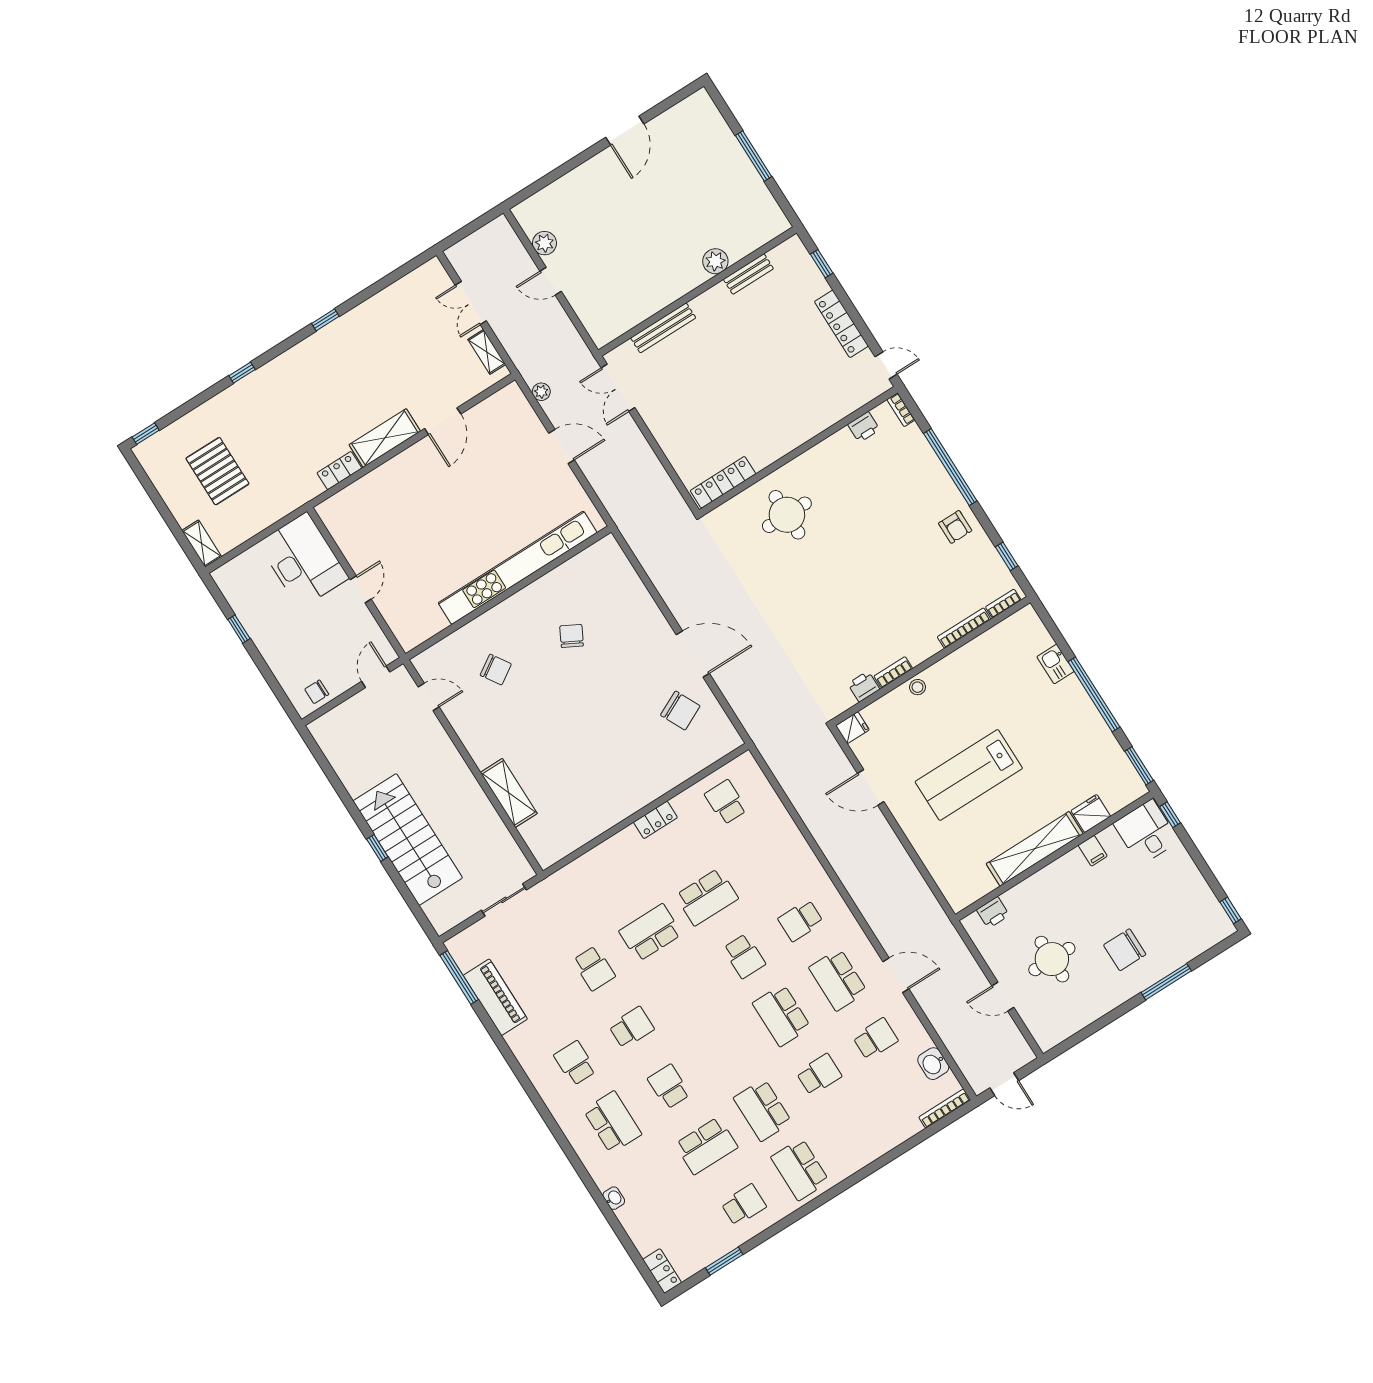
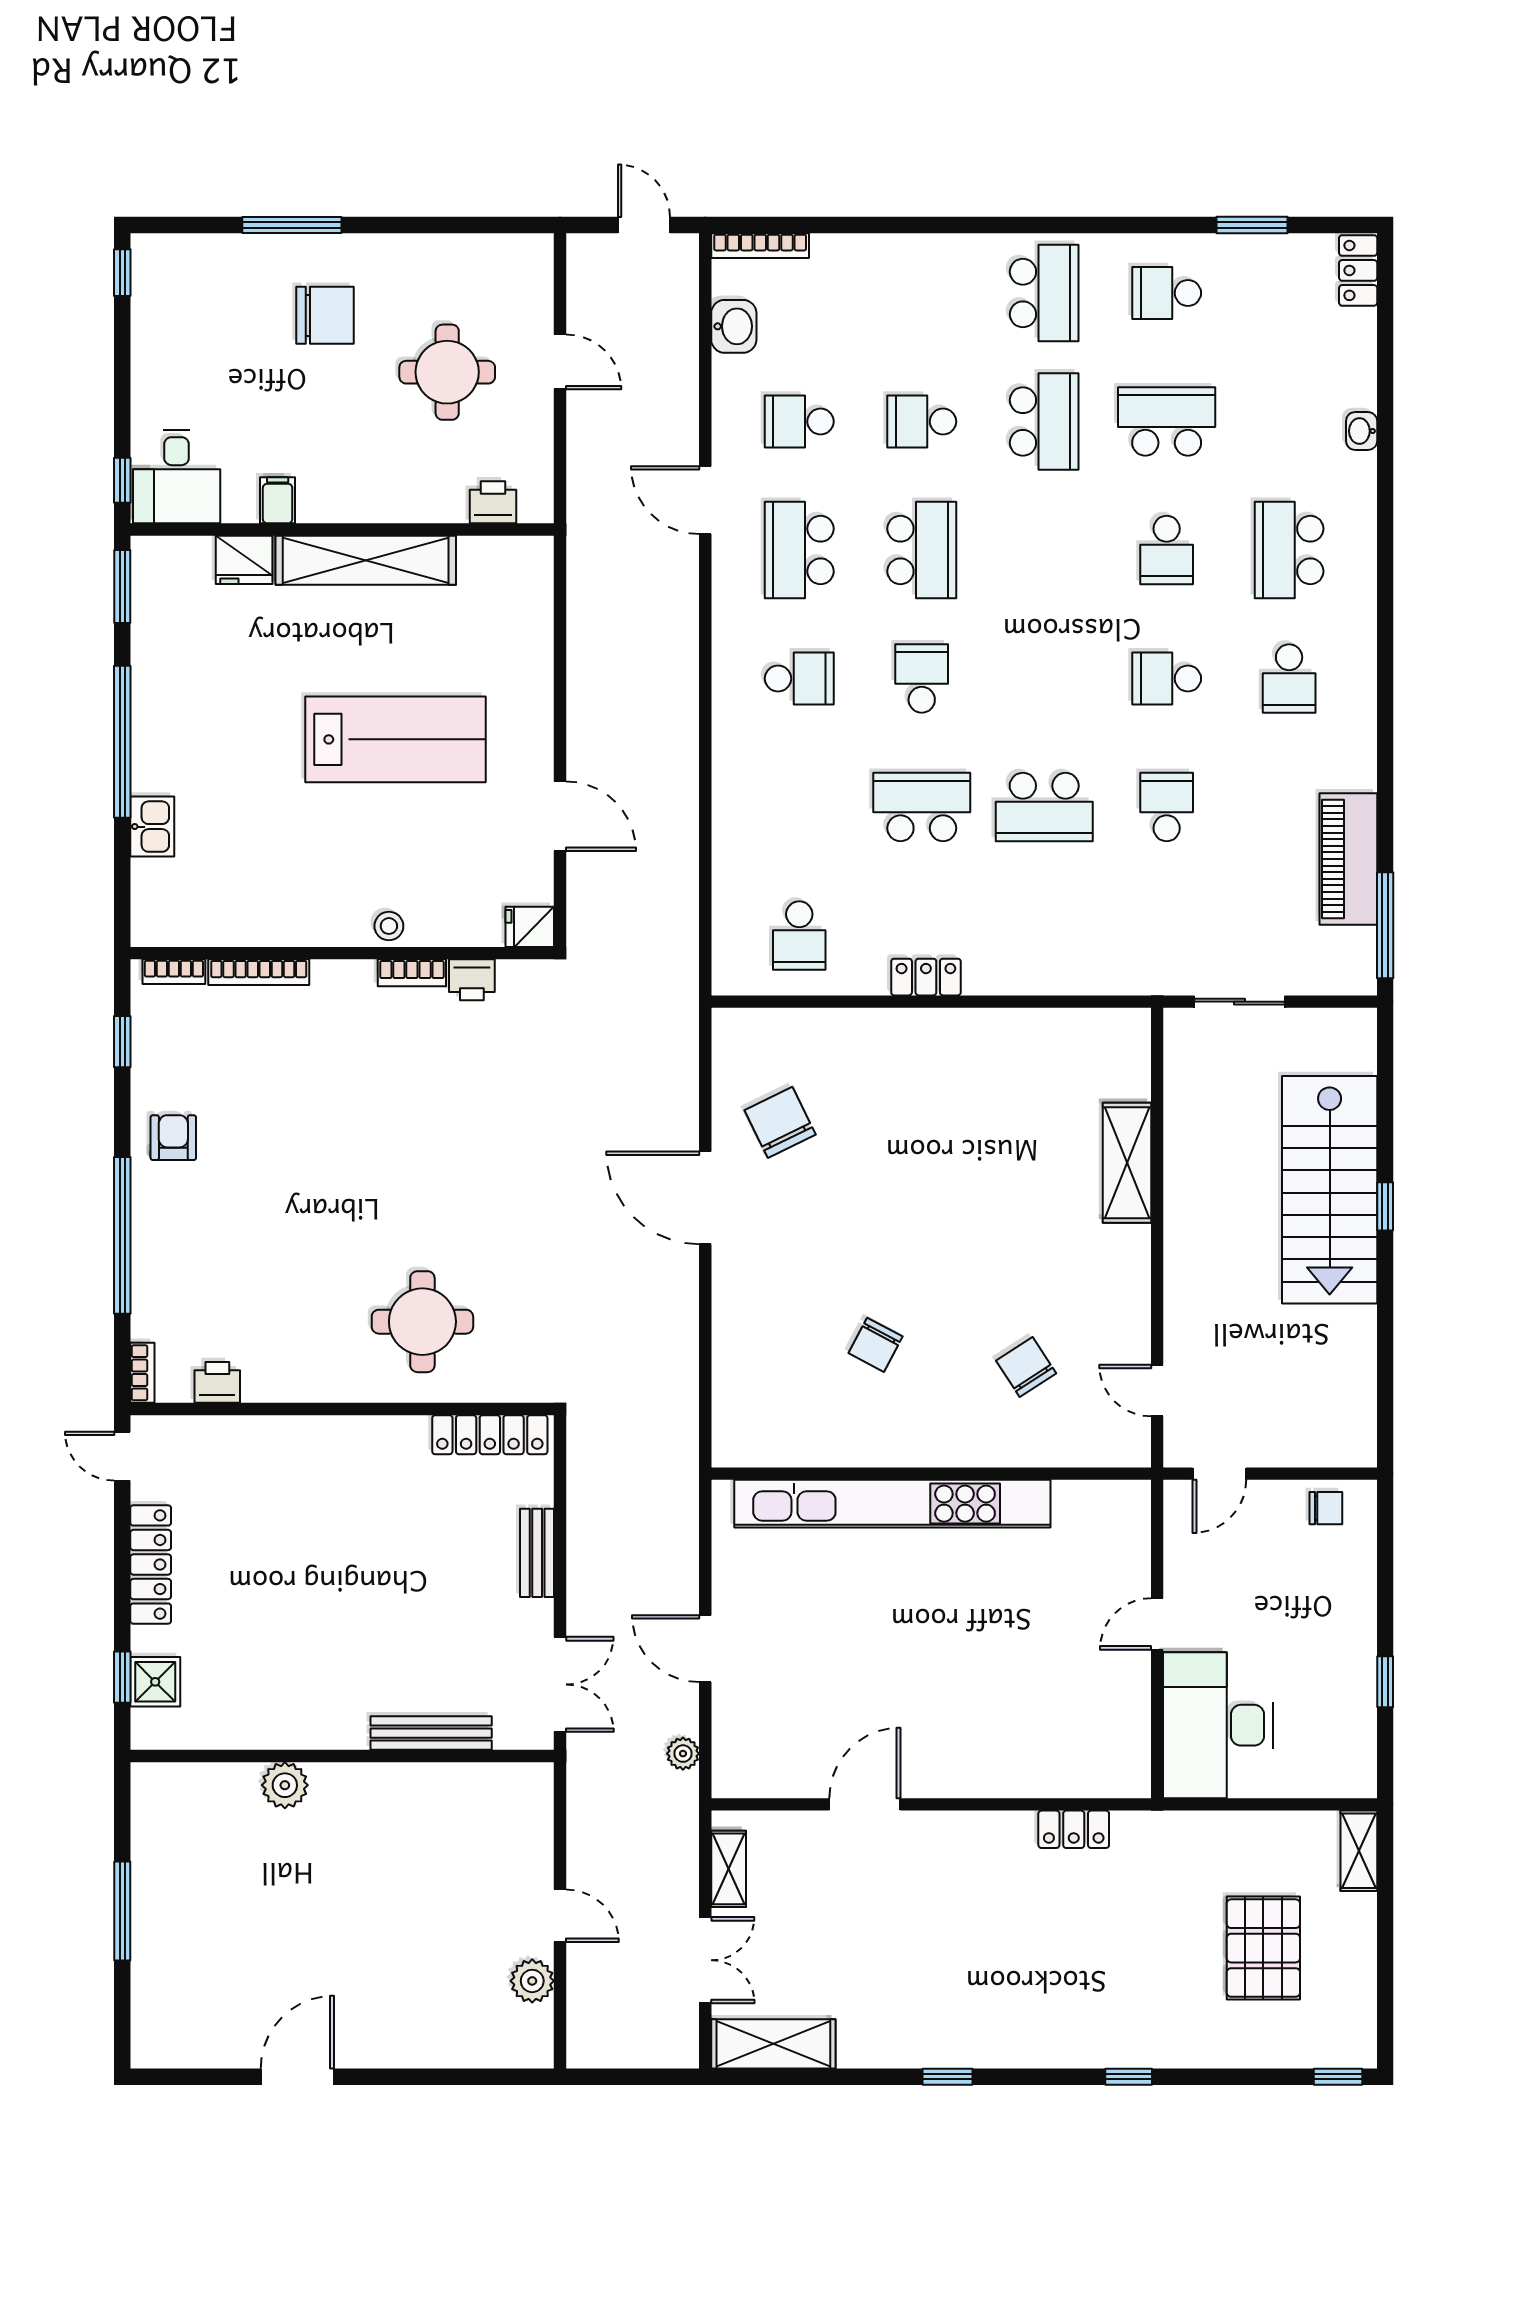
shower: (805, 271) -> (155, 1682), added
bench: (748, 274) -> (537, 1553), moved, turned 90
shelving: (385, 438) -> (773, 2044), moved
school desk: (838, 980) -> (799, 550), turned 180

